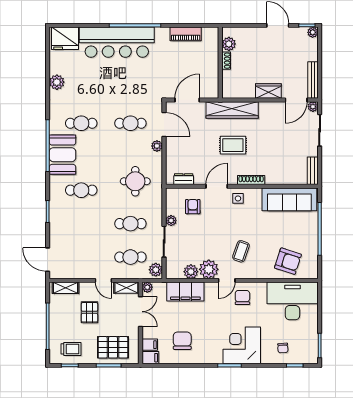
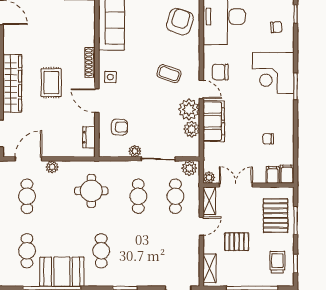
armchair: (193, 207) -> (119, 127), turned 180
filing cabinet: (185, 292) -> (214, 121), moved
chair: (182, 341) -> (268, 139), width x0.54, depth x0.54

